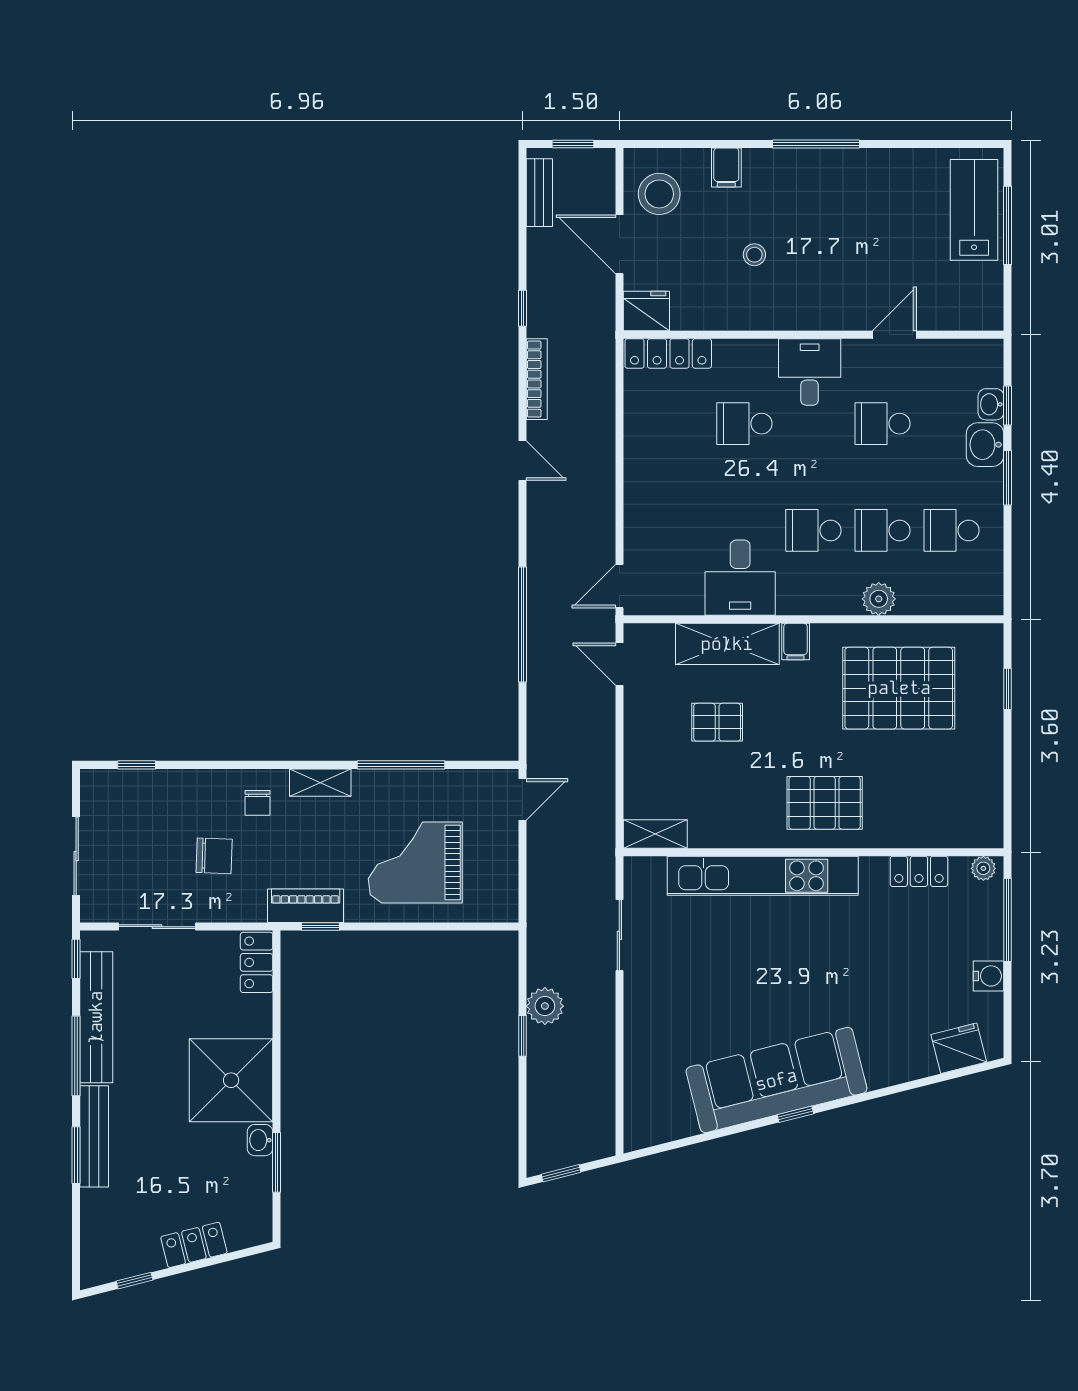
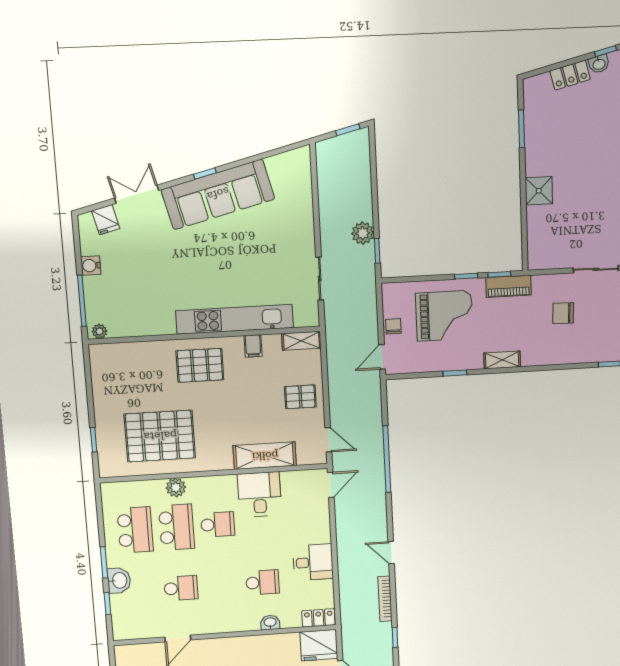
fridge: (646, 311) -> (319, 645), width x1.36, depth x1.34
locker: (668, 353) -> (318, 618), width x0.66
desk: (810, 372) -> (313, 562), moved, turned -90
washbasin: (991, 404) -> (270, 623), moved, turned -90
school desk: (882, 530) -> (177, 527), width x1.85
school desk: (952, 530) -> (135, 530), width x1.85
filing cabinet: (796, 642) -> (253, 346), moved, turned 180
pallet: (717, 722) -> (300, 397), moved
window: (401, 765) -> (455, 373), width x0.46
chair: (257, 803) -> (393, 326), moved
locker: (919, 871) -> (139, 327), removed
window: (376, 927) -> (466, 276), added
locker: (257, 962) -> (537, 251), removed
window: (522, 1036) -> (377, 251), moved
fridge: (959, 1048) -> (106, 220), width x0.72
shower: (231, 1080) -> (539, 191), width x0.54, depth x0.54
double door: (907, 1086) -> (137, 194), added
washbasin: (260, 1140) -> (599, 64), moved, turned 76

